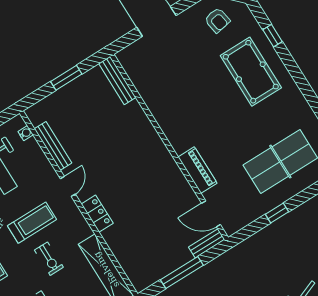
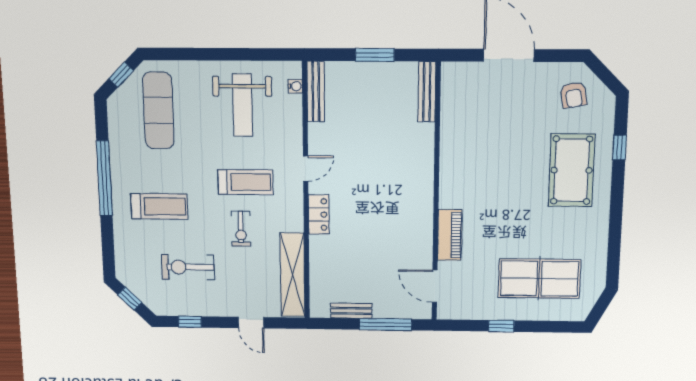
bench: (53, 146) -> (316, 92), moved
bench: (207, 243) -> (351, 311), moved
window: (182, 272) -> (386, 324), moved

